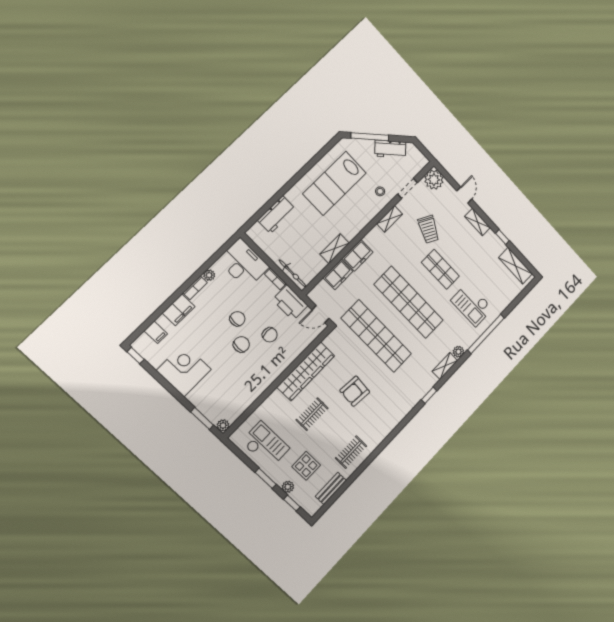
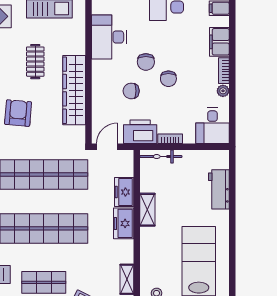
desk: (243, 263) -> (212, 126), width x0.73
desk: (249, 385) -> (109, 37), added

